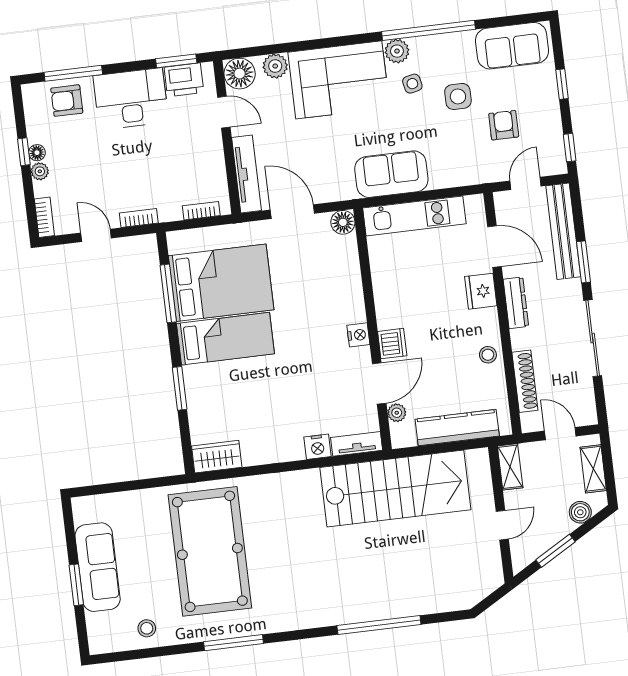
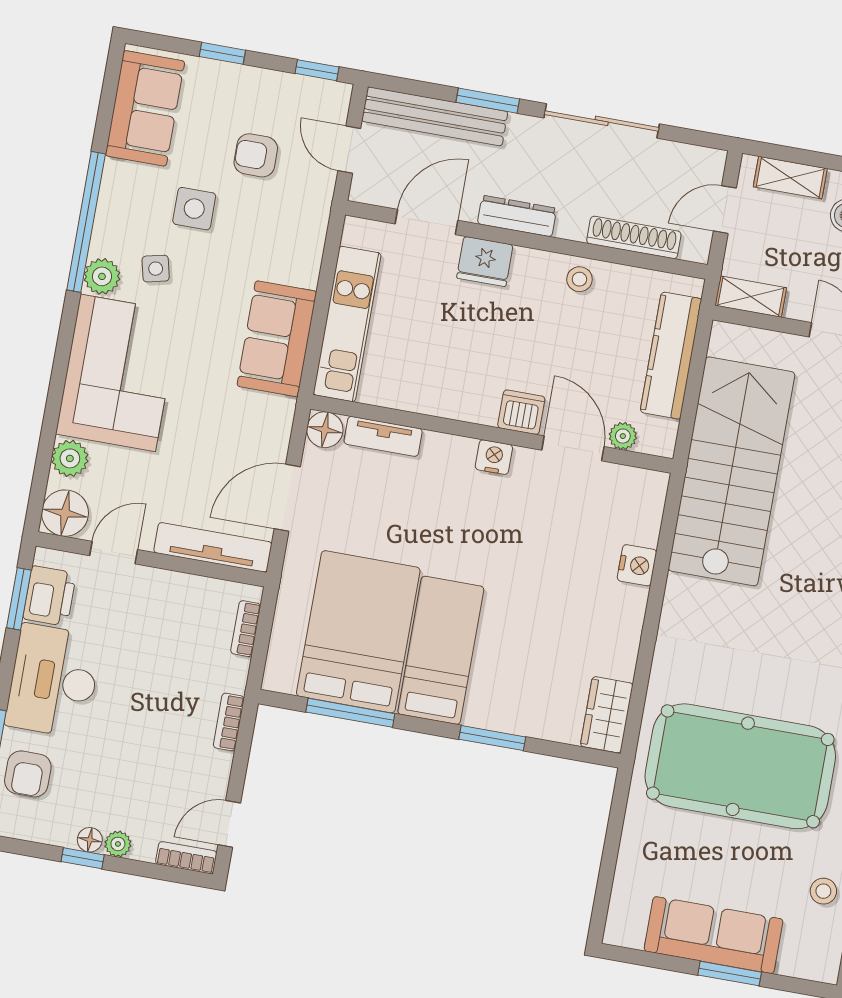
door: (96, 235) -> (229, 824), moved
tv unit: (357, 444) -> (383, 436), moved, turned -90

